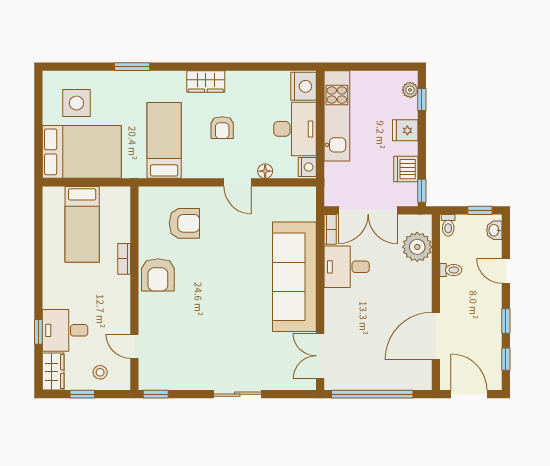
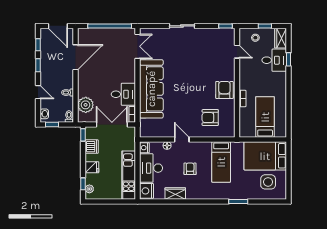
wardrobe: (206, 81) -> (175, 193), moved

